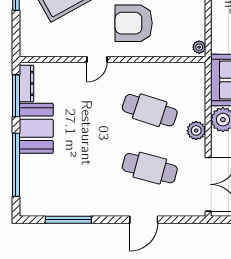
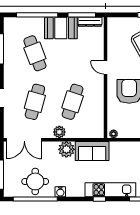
cafe table: (75, 168) -> (35, 53), added

